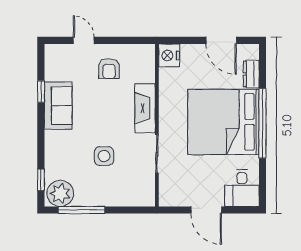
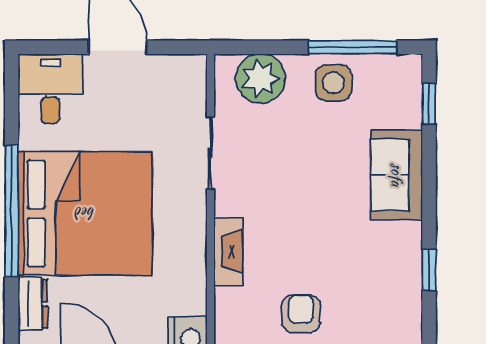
sofa: (58, 106) -> (397, 175), moved
fireplace: (145, 108) -> (228, 252), width x0.73, depth x0.76
side table: (104, 156) -> (333, 83), moved
plant: (60, 193) -> (260, 79), moved

